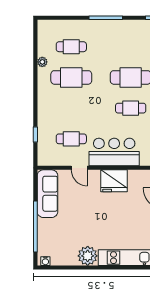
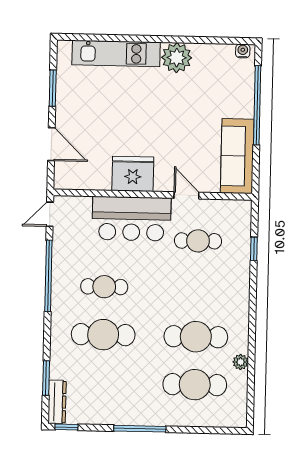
cafe table: (71, 47) -> (195, 385), width x1.37, depth x1.35

